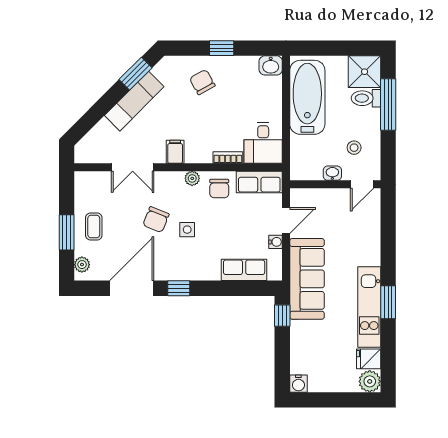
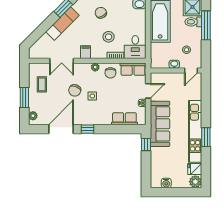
stool: (216, 125) -> (109, 37), added
coffee table: (94, 226) -> (42, 84), moved
kitchen unit: (369, 307) -> (195, 131), width x1.36
water cooler: (298, 384) -> (166, 183), moved

